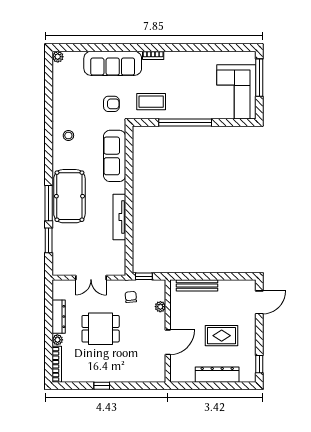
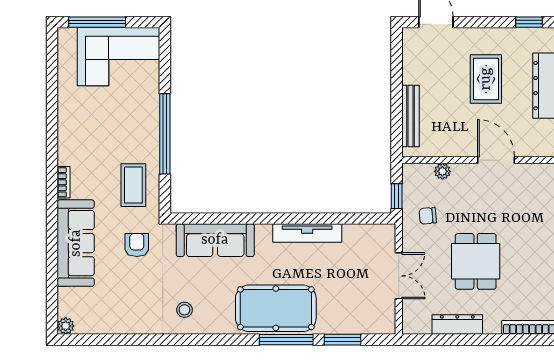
plant: (57, 340) -> (492, 326), removed

